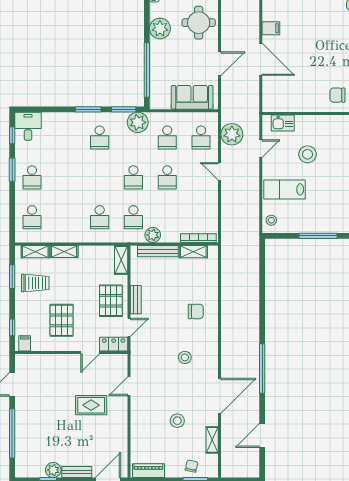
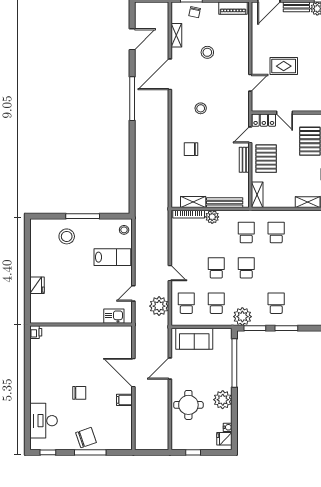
chair: (337, 95) -> (79, 393), moved
stool: (307, 154) -> (67, 236), moved
plant: (153, 235) -> (212, 217), moved
door: (90, 353) -> (285, 113), swing flipped

